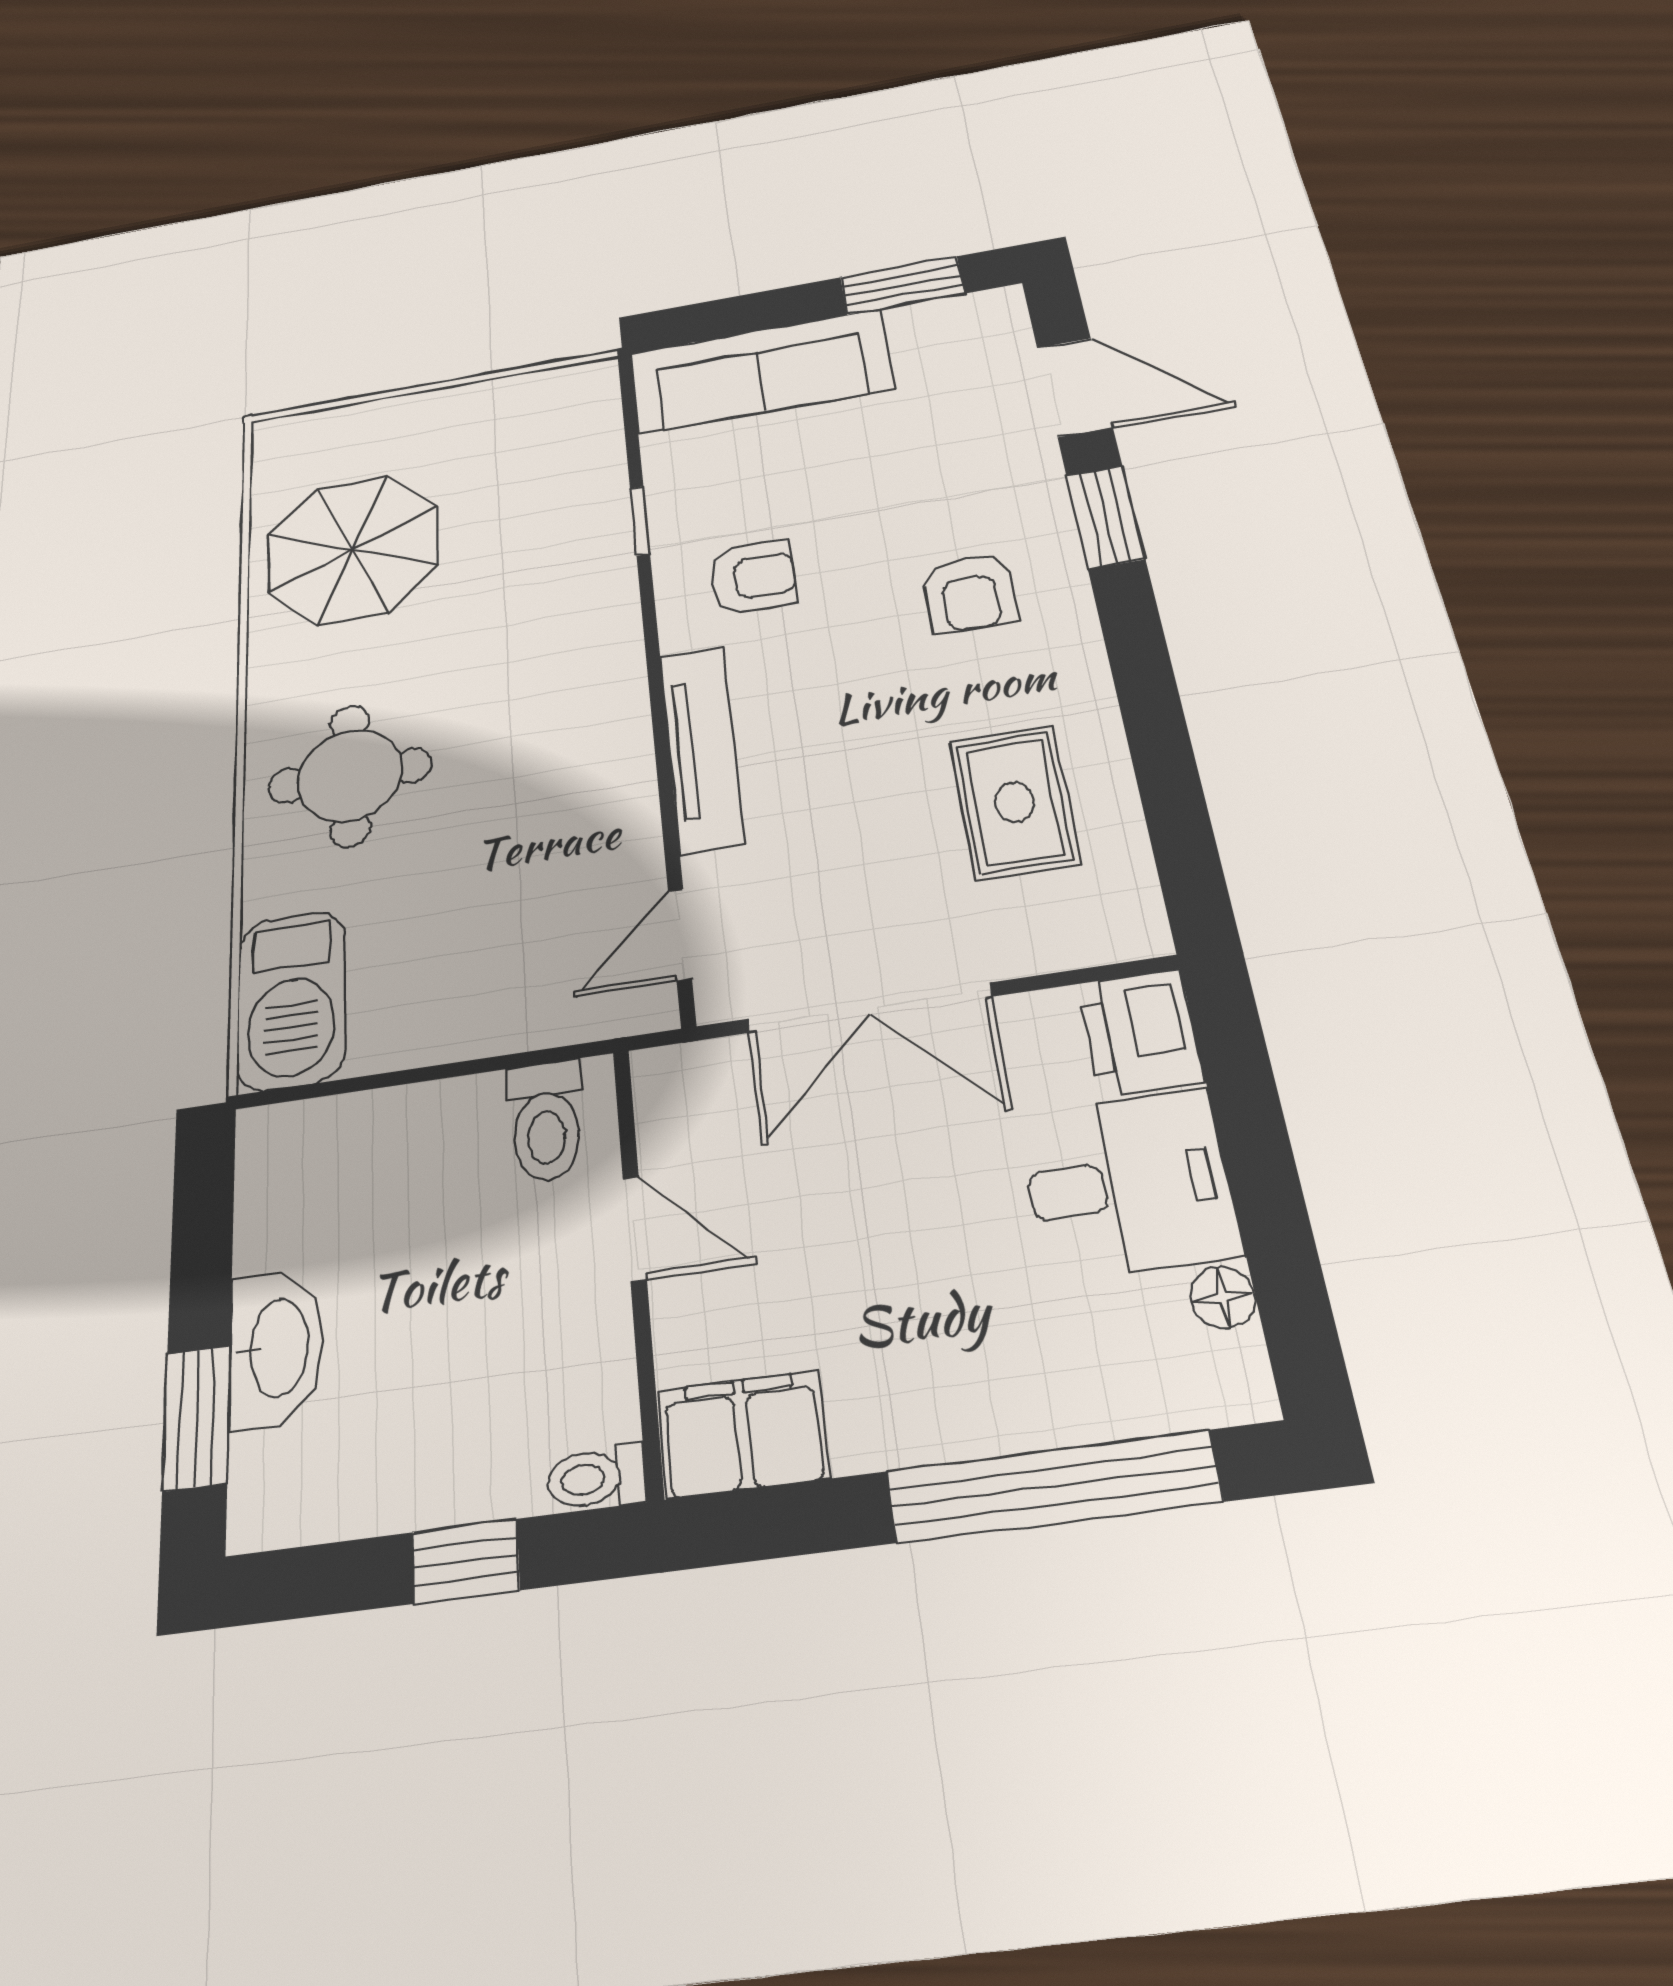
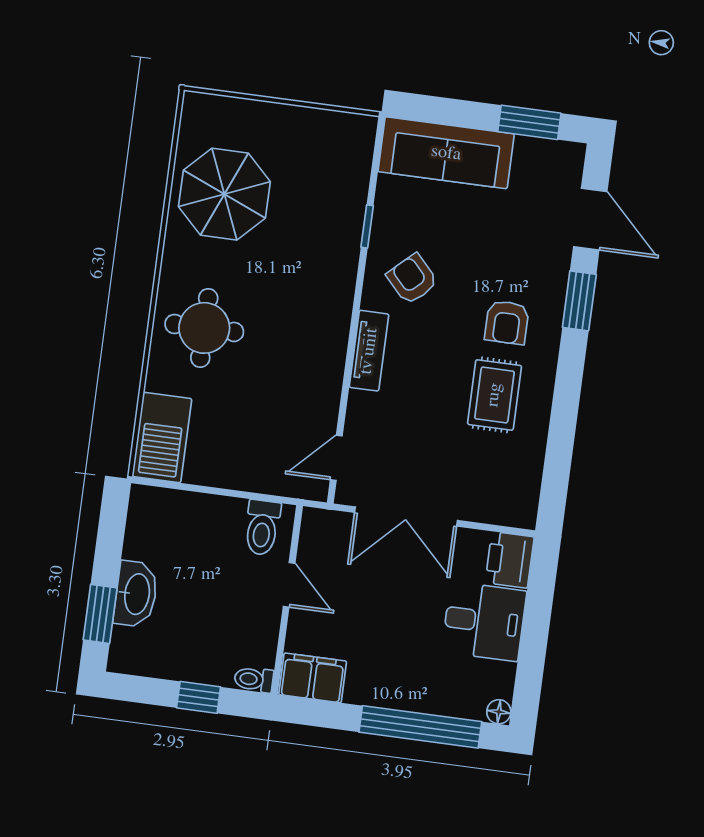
armchair: (753, 577) -> (412, 279), turned -133
tv unit: (702, 749) -> (369, 351), width x0.71
rug: (1015, 802) -> (494, 395), moved
floor lamp: (1223, 1297) -> (499, 712), moved

